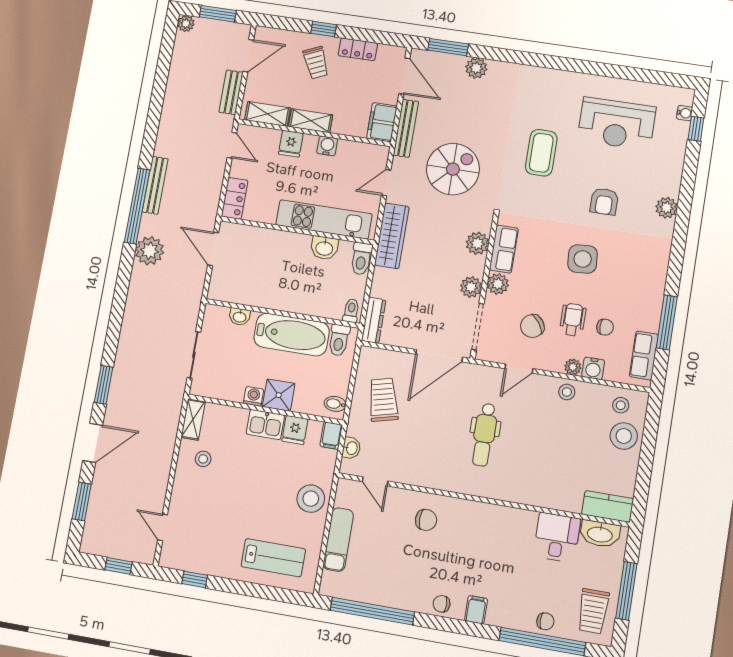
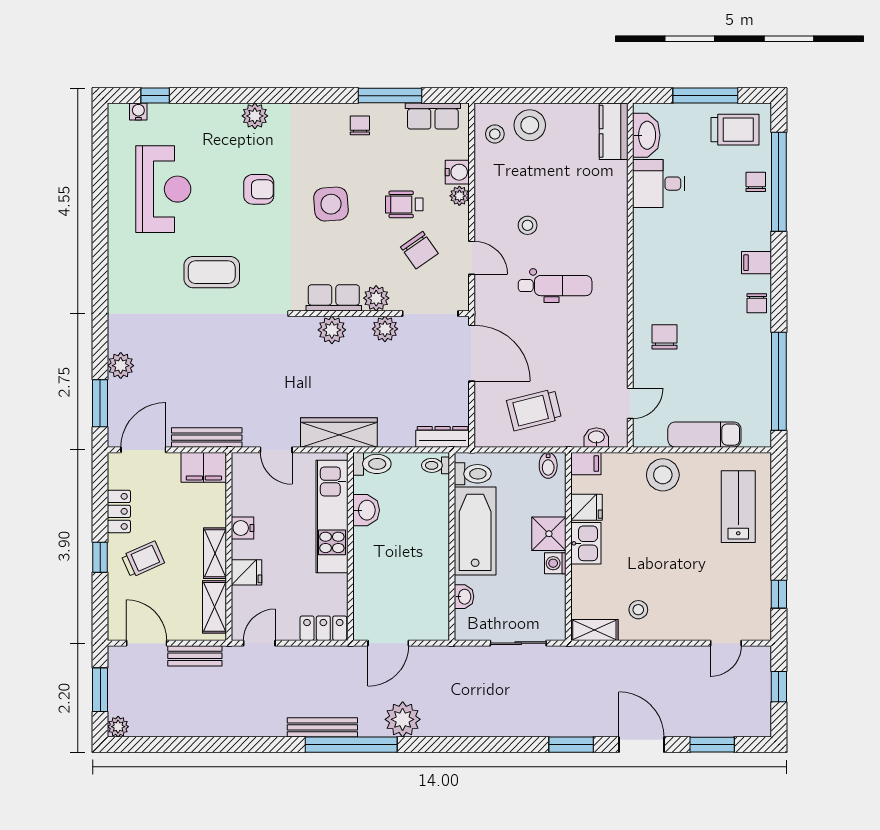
spiral stairs: (453, 169) -> (248, 373), removed
chair: (605, 327) -> (360, 125), moved
stool: (567, 392) -> (528, 225), moved

